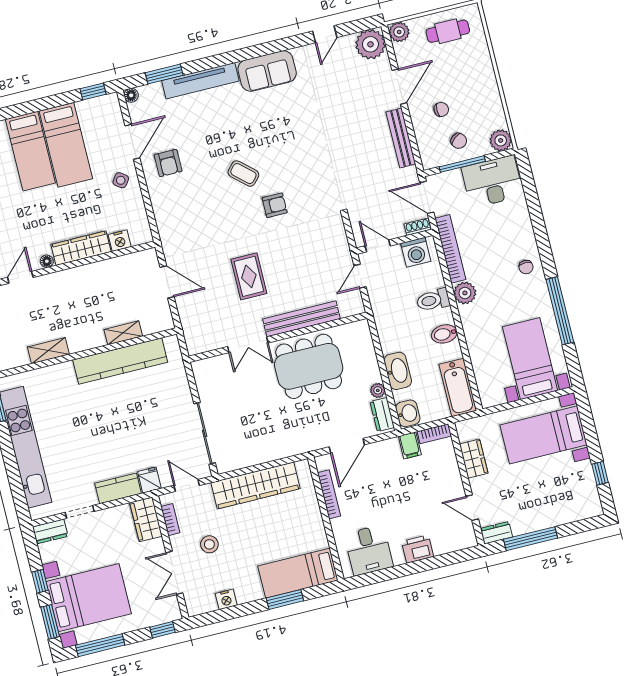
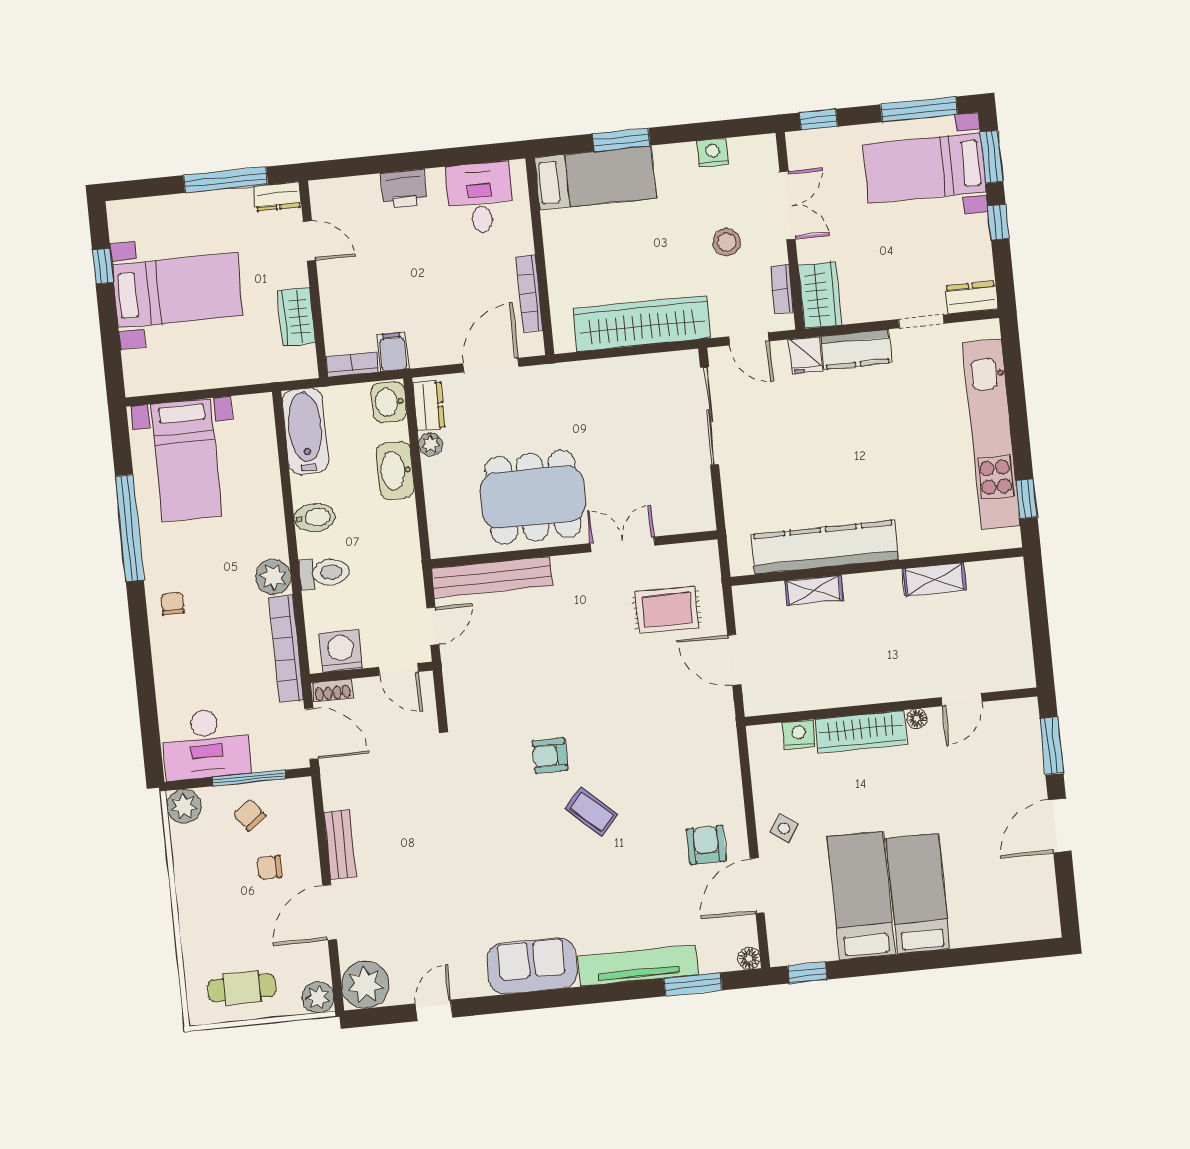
bench: (401, 138) -> (340, 844), width x0.73
rug: (249, 276) -> (667, 610), moved, turned 90
bench: (301, 319) -> (492, 577), moved
bed with nightstands: (543, 435) -> (178, 290), moved
bed with nightstands: (89, 598) -> (924, 168), width x0.73

